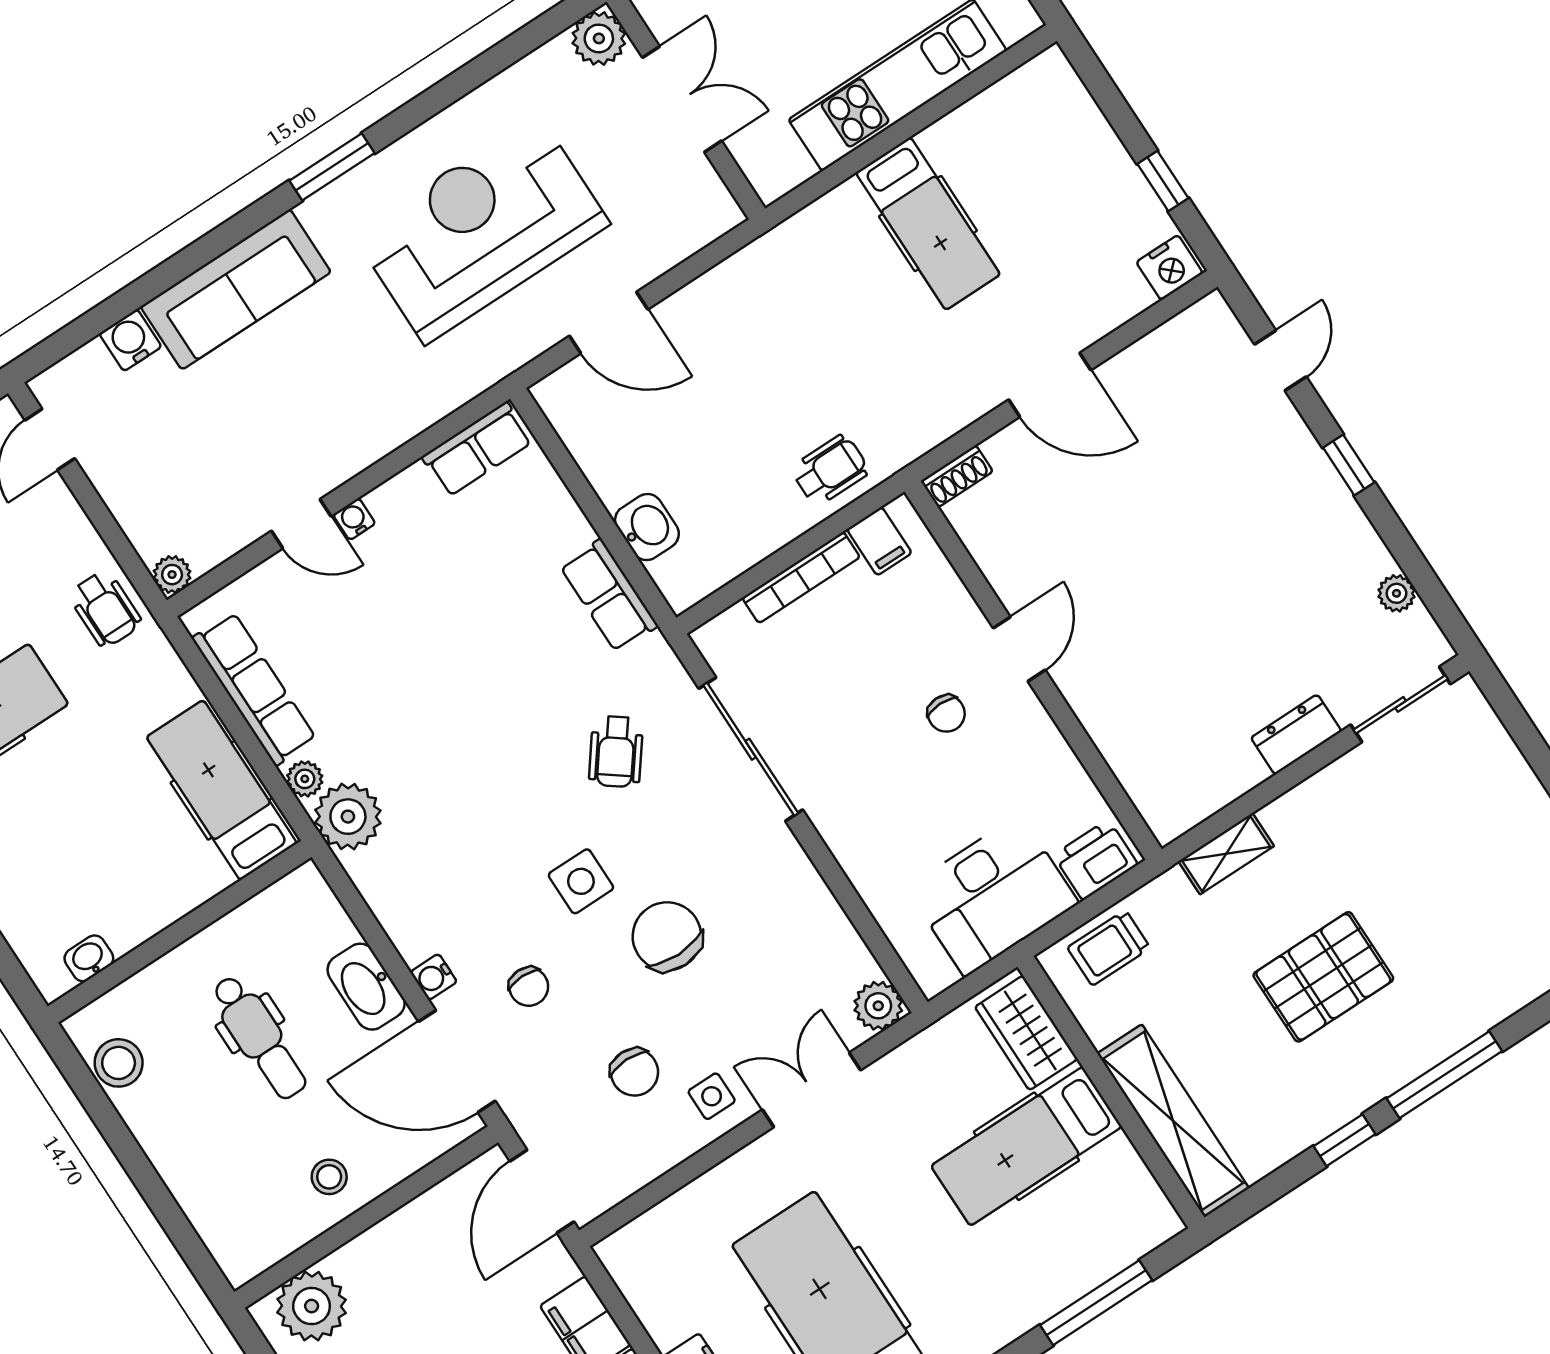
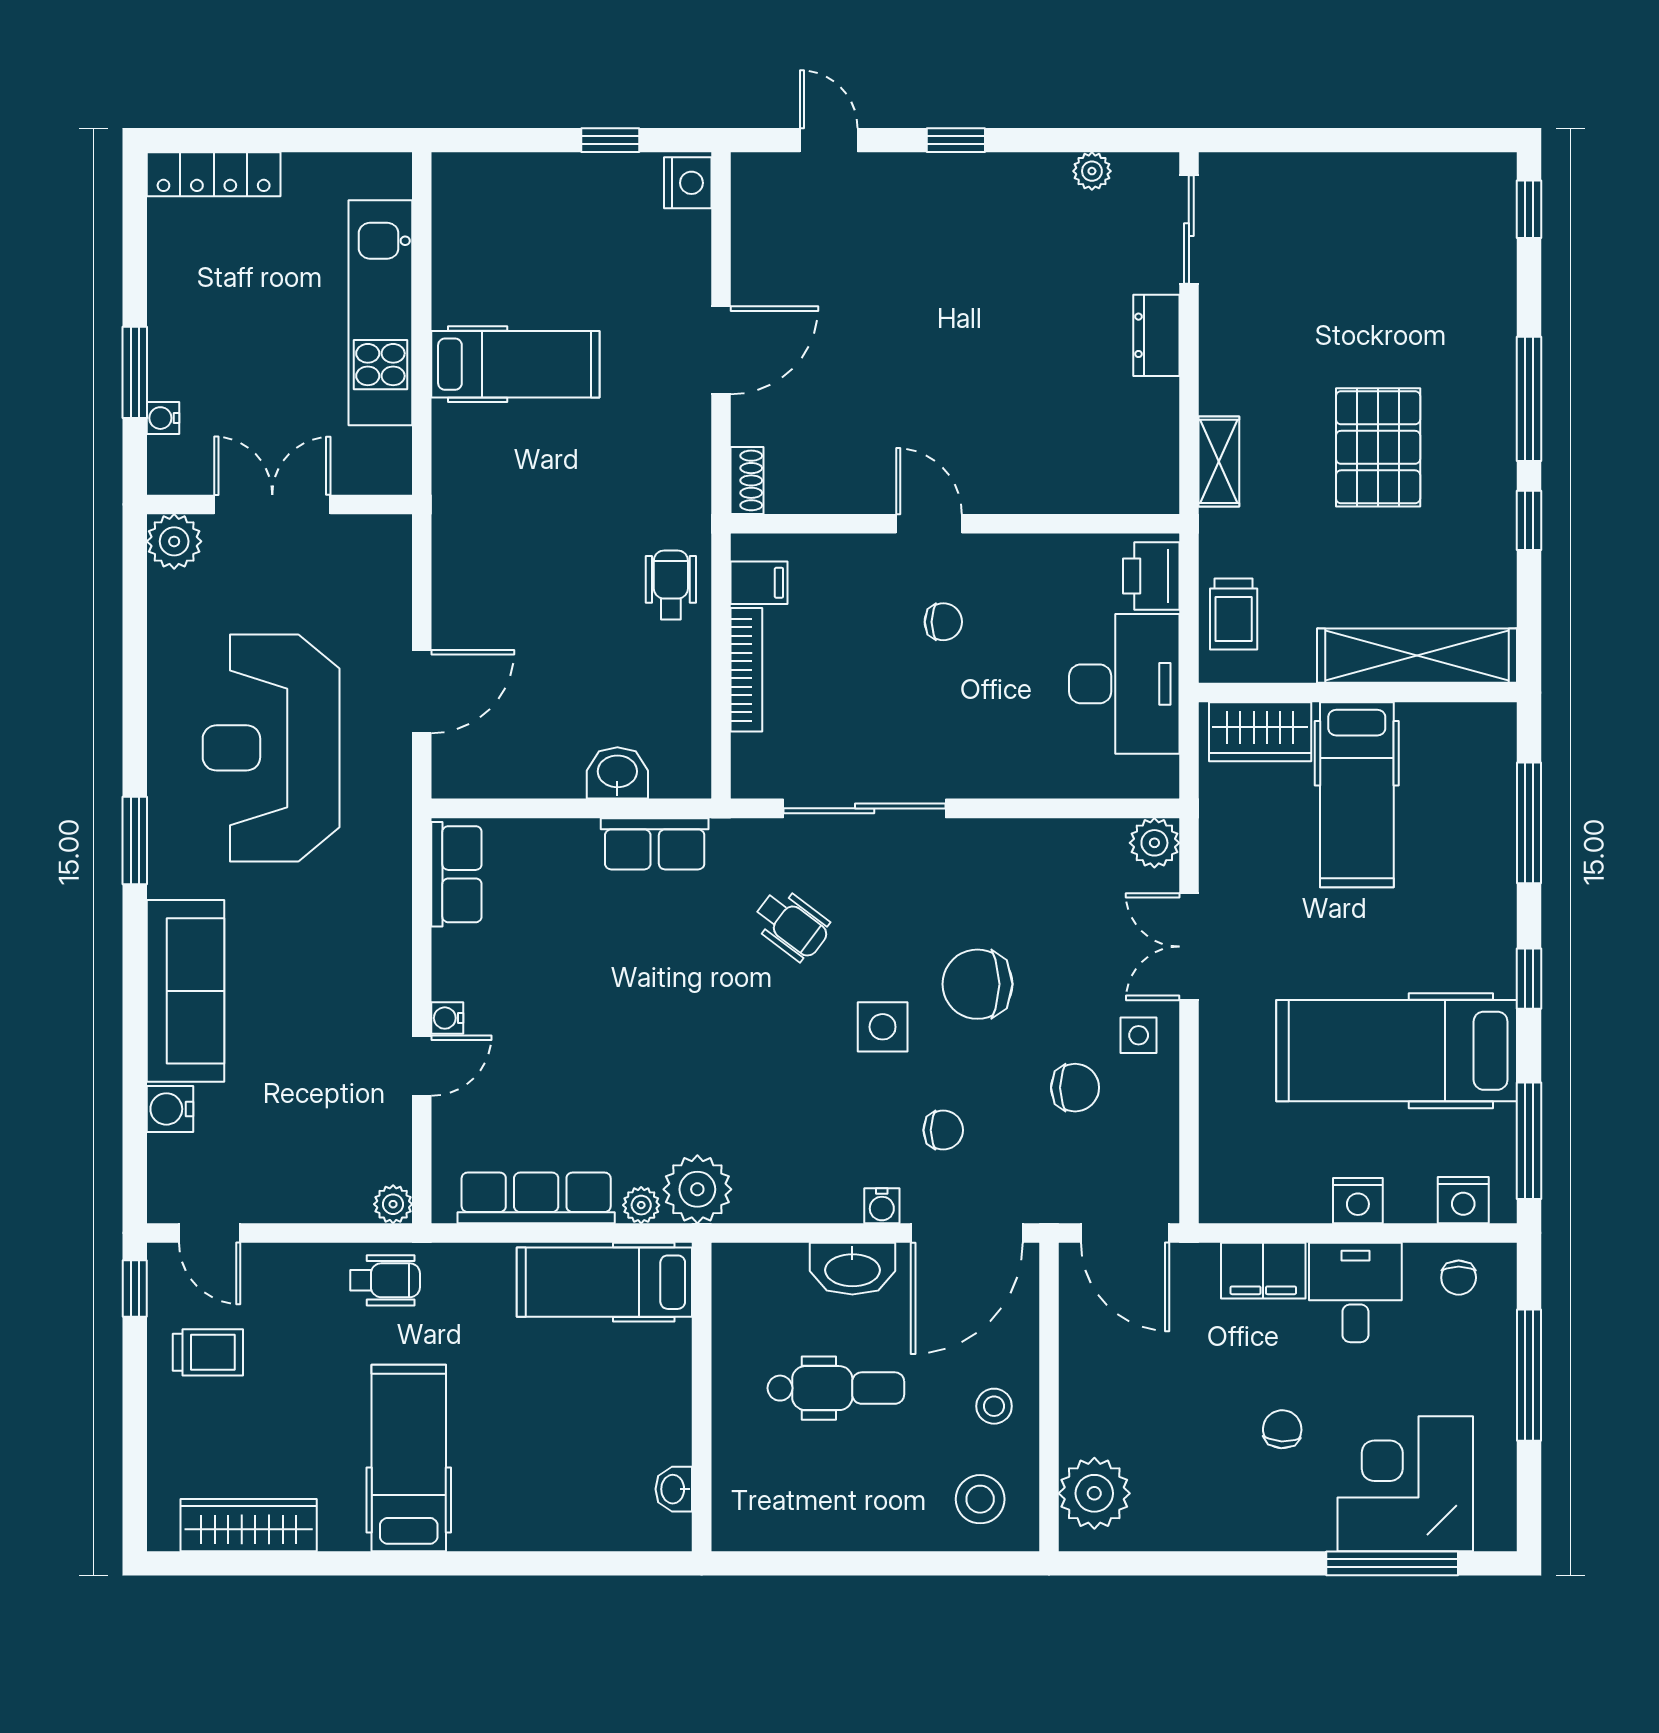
stool: (119, 1063) -> (980, 1499), moved

